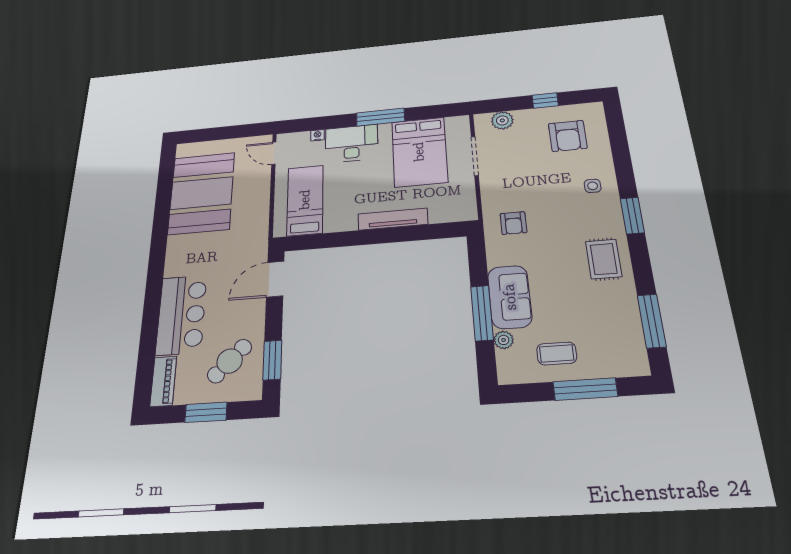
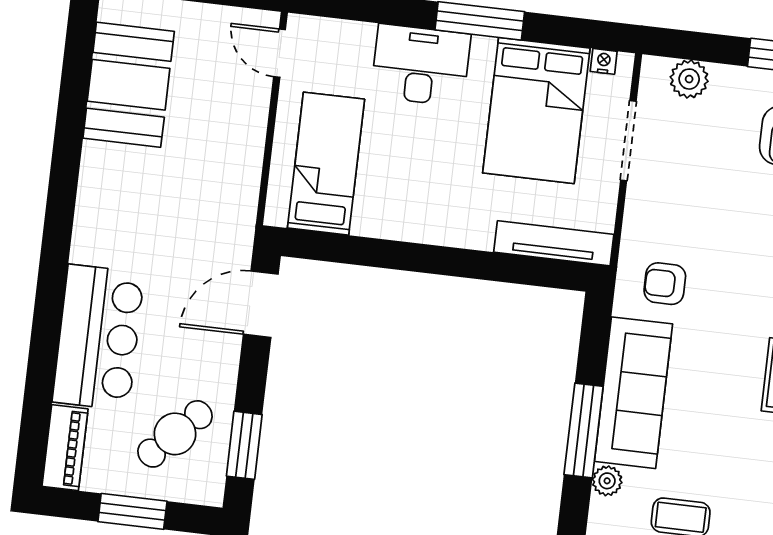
nightstand: (318, 135) -> (604, 61), moved
booth: (201, 193) -> (129, 85), width x0.73, depth x0.70
tv unit: (393, 219) -> (554, 243), moved
armchair: (513, 223) -> (665, 284), turned 90
sofa: (510, 297) -> (633, 393), width x1.36

